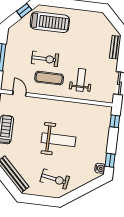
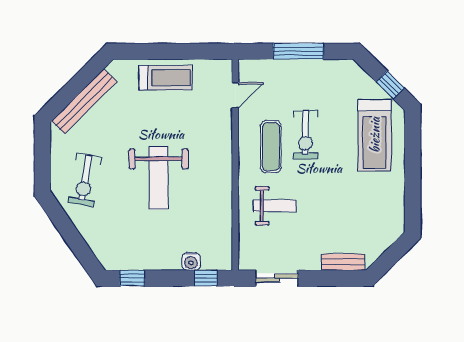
water cooler: (100, 168) -> (191, 261), moved

